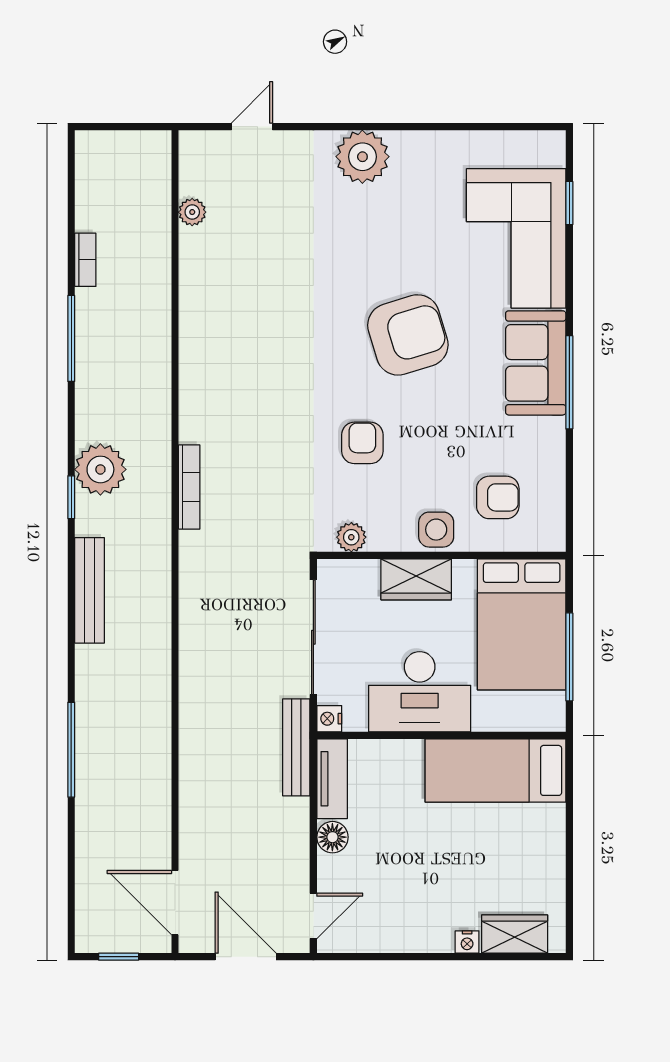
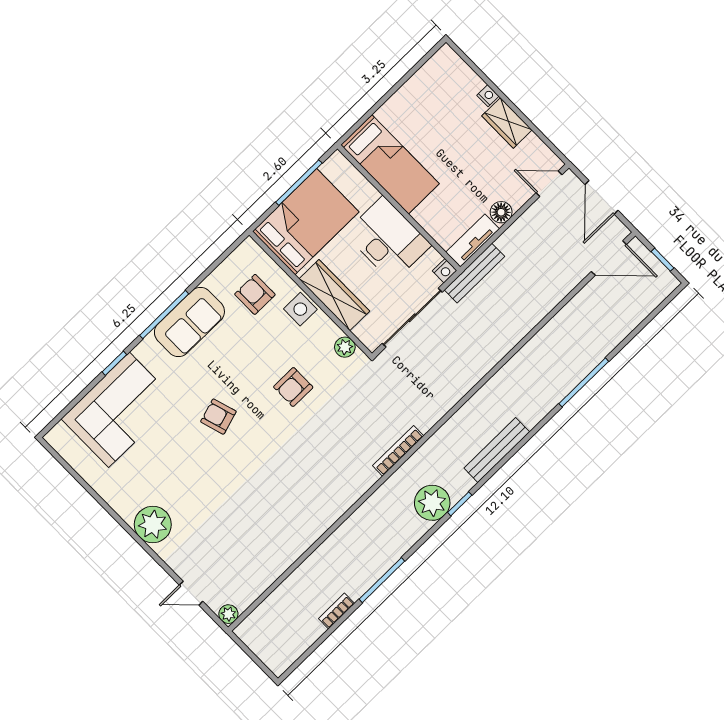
window: (569, 203) -> (114, 363), moved
plant: (192, 212) -> (228, 614), moved
armchair: (408, 335) -> (218, 417), width x0.53, depth x0.53
sofa: (536, 363) -> (189, 322), moved
wardrobe: (416, 579) -> (334, 295), width x1.50
door: (175, 903) -> (609, 258), hinge flipped
wardrobe: (515, 934) -> (507, 123), moved

